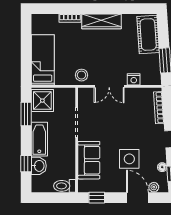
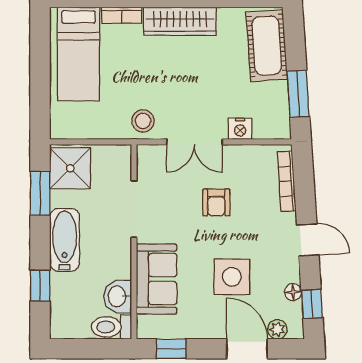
bed: (43, 60) -> (78, 54), moved, turned 180
armchair: (121, 119) -> (216, 202), added
washbasin: (39, 166) -> (118, 296), moved, turned 180

